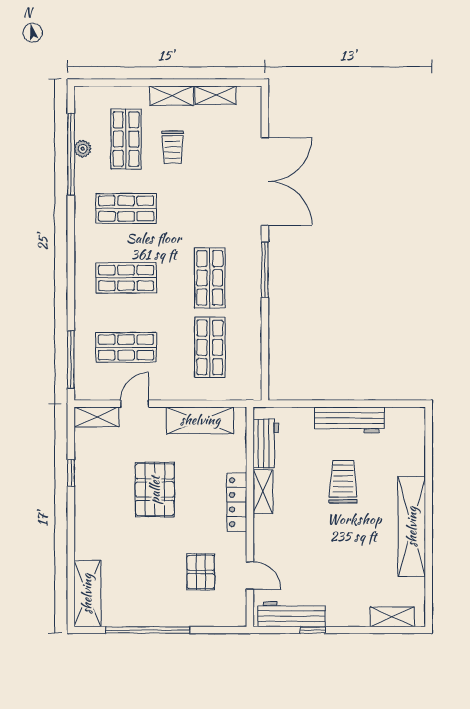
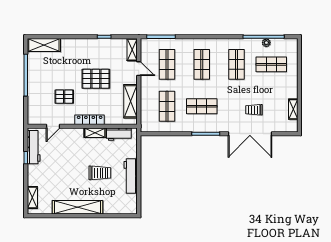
shelving: (172, 96) -> (293, 87), removed
trolley: (173, 147) -> (254, 110), moved
shop shelf: (210, 347) -> (167, 106), turned 90
pallet: (201, 572) -> (64, 97), moved

